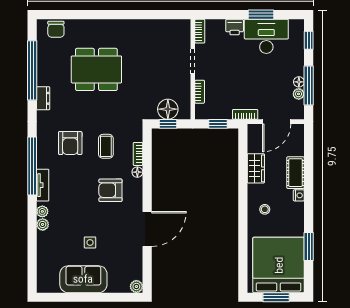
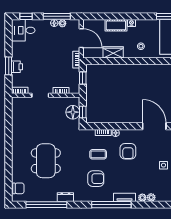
window: (261, 15) -> (9, 66), moved
desk: (266, 36) -> (23, 30), moved, width x0.73

